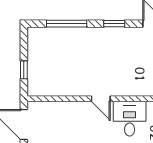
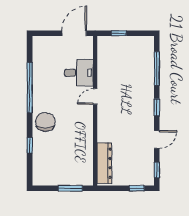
desk: (130, 119) -> (79, 73), moved

